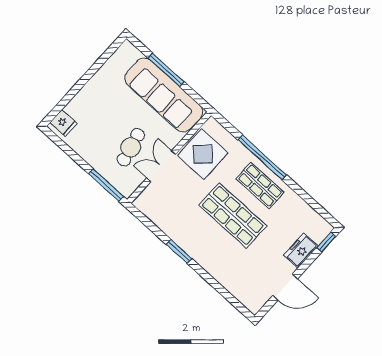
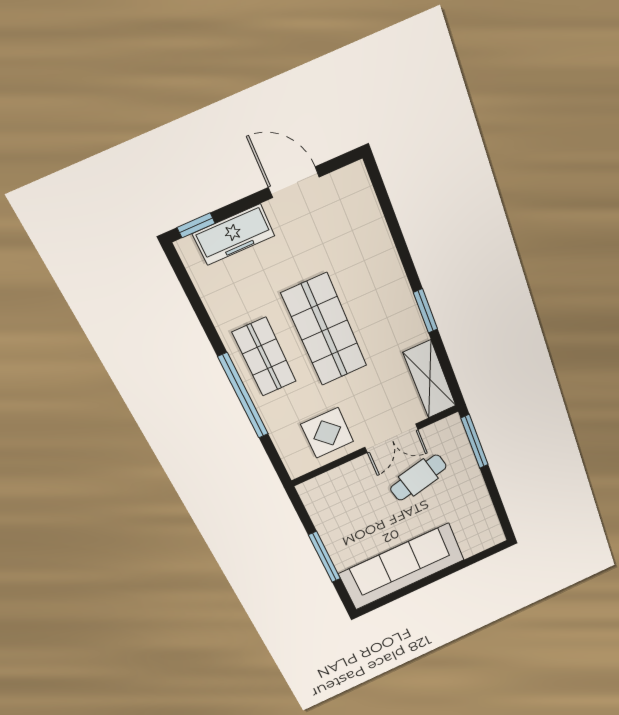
sofa: (164, 95) -> (402, 567), moved, turned -90
fridge: (63, 123) -> (484, 537), removed
display table: (203, 154) -> (327, 433), width x0.73, depth x0.73
shelving: (156, 213) -> (430, 379), added
freezer: (301, 250) -> (234, 235), width x1.40

